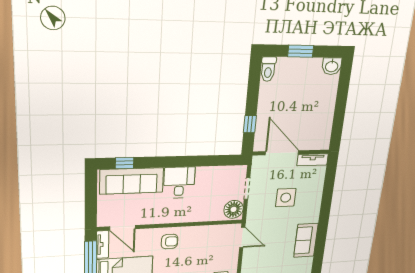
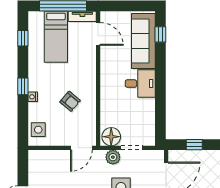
plant: (255, 207) -> (113, 157), added
door: (122, 228) -> (98, 34), swing flipped
armchair: (170, 241) -> (70, 101), moved, turned -50

